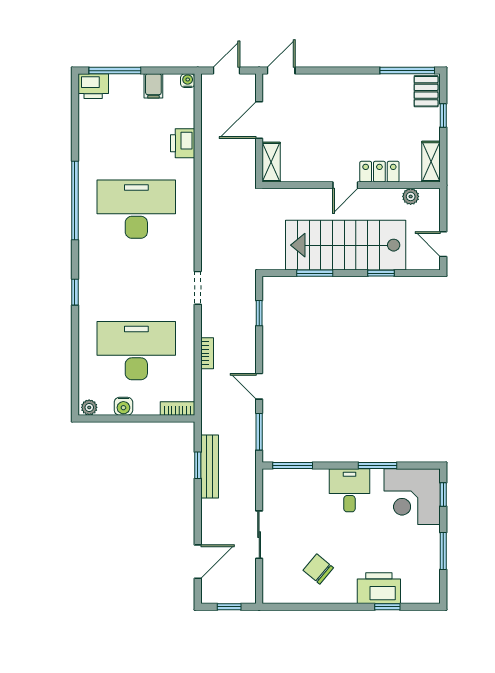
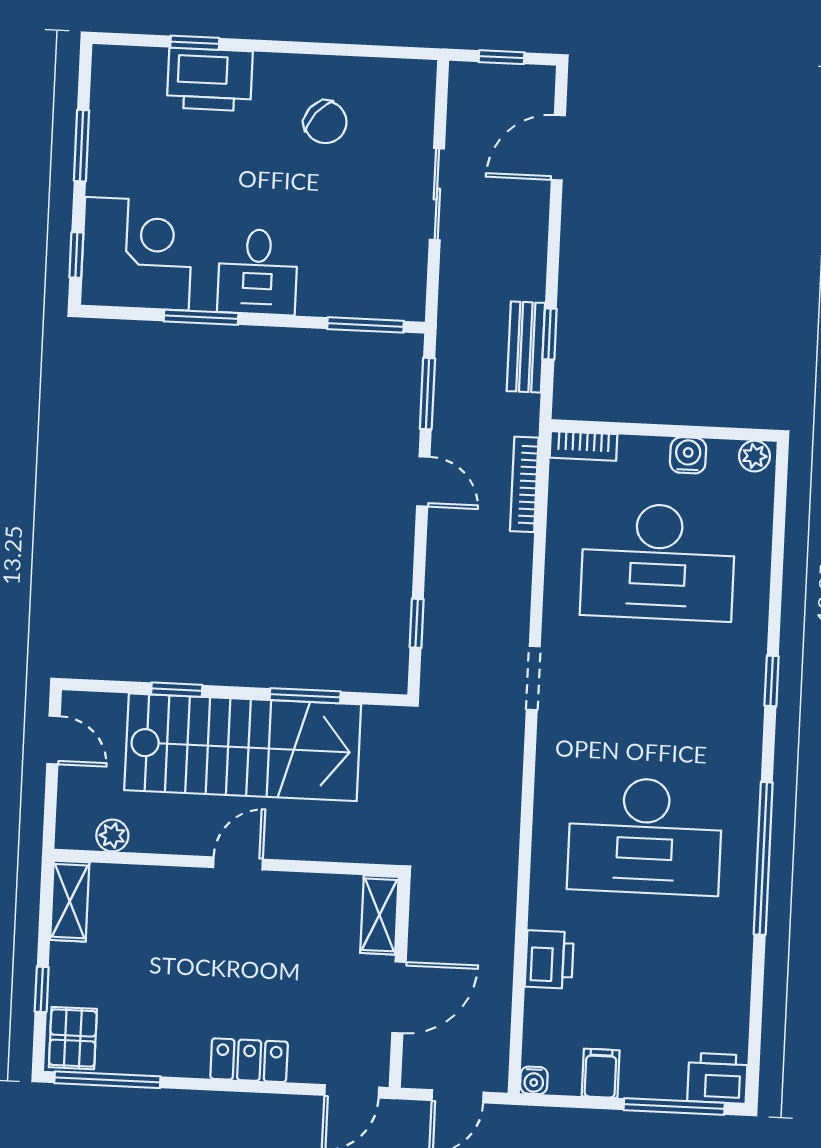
locker: (379, 172) -> (249, 1060), moved, turned 180
bookcase: (207, 353) -> (524, 484), moved, width x1.56
bench: (210, 466) -> (526, 347), width x0.73

